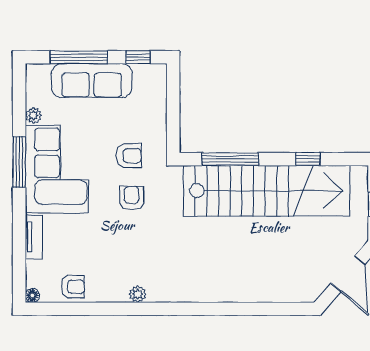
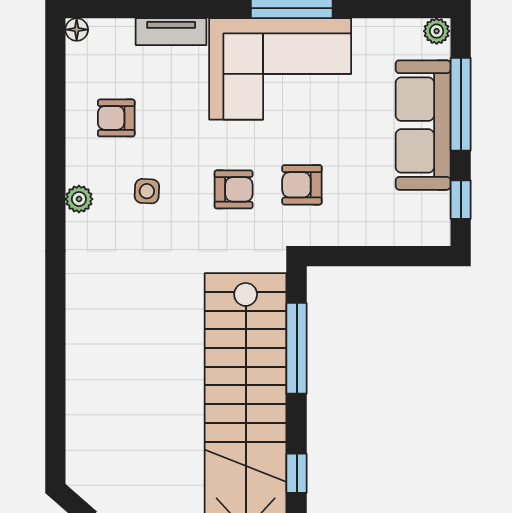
plant: (33, 116) -> (437, 31), moved
armchair: (129, 156) -> (302, 185), turned 90
side table: (133, 252) -> (147, 191), added
armchair: (73, 287) -> (116, 118), moved, turned 90

